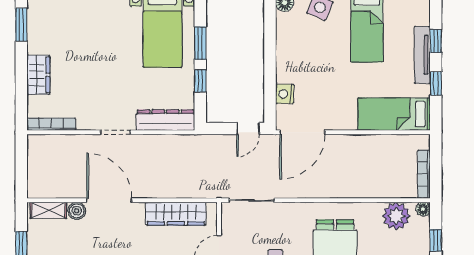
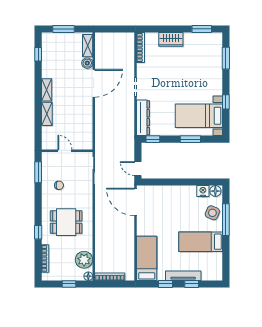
window: (200, 81) -> (153, 139), moved
nightstand: (285, 94) -> (203, 191), moved
wardrobe: (176, 214) -> (85, 124), removed

